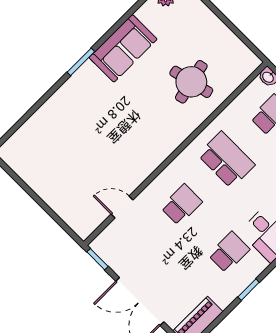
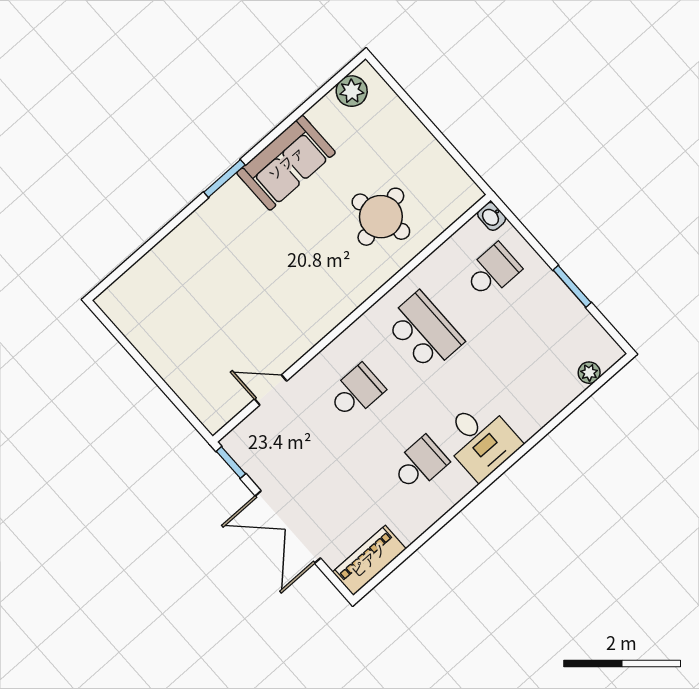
window: (249, 290) -> (445, 519), removed

